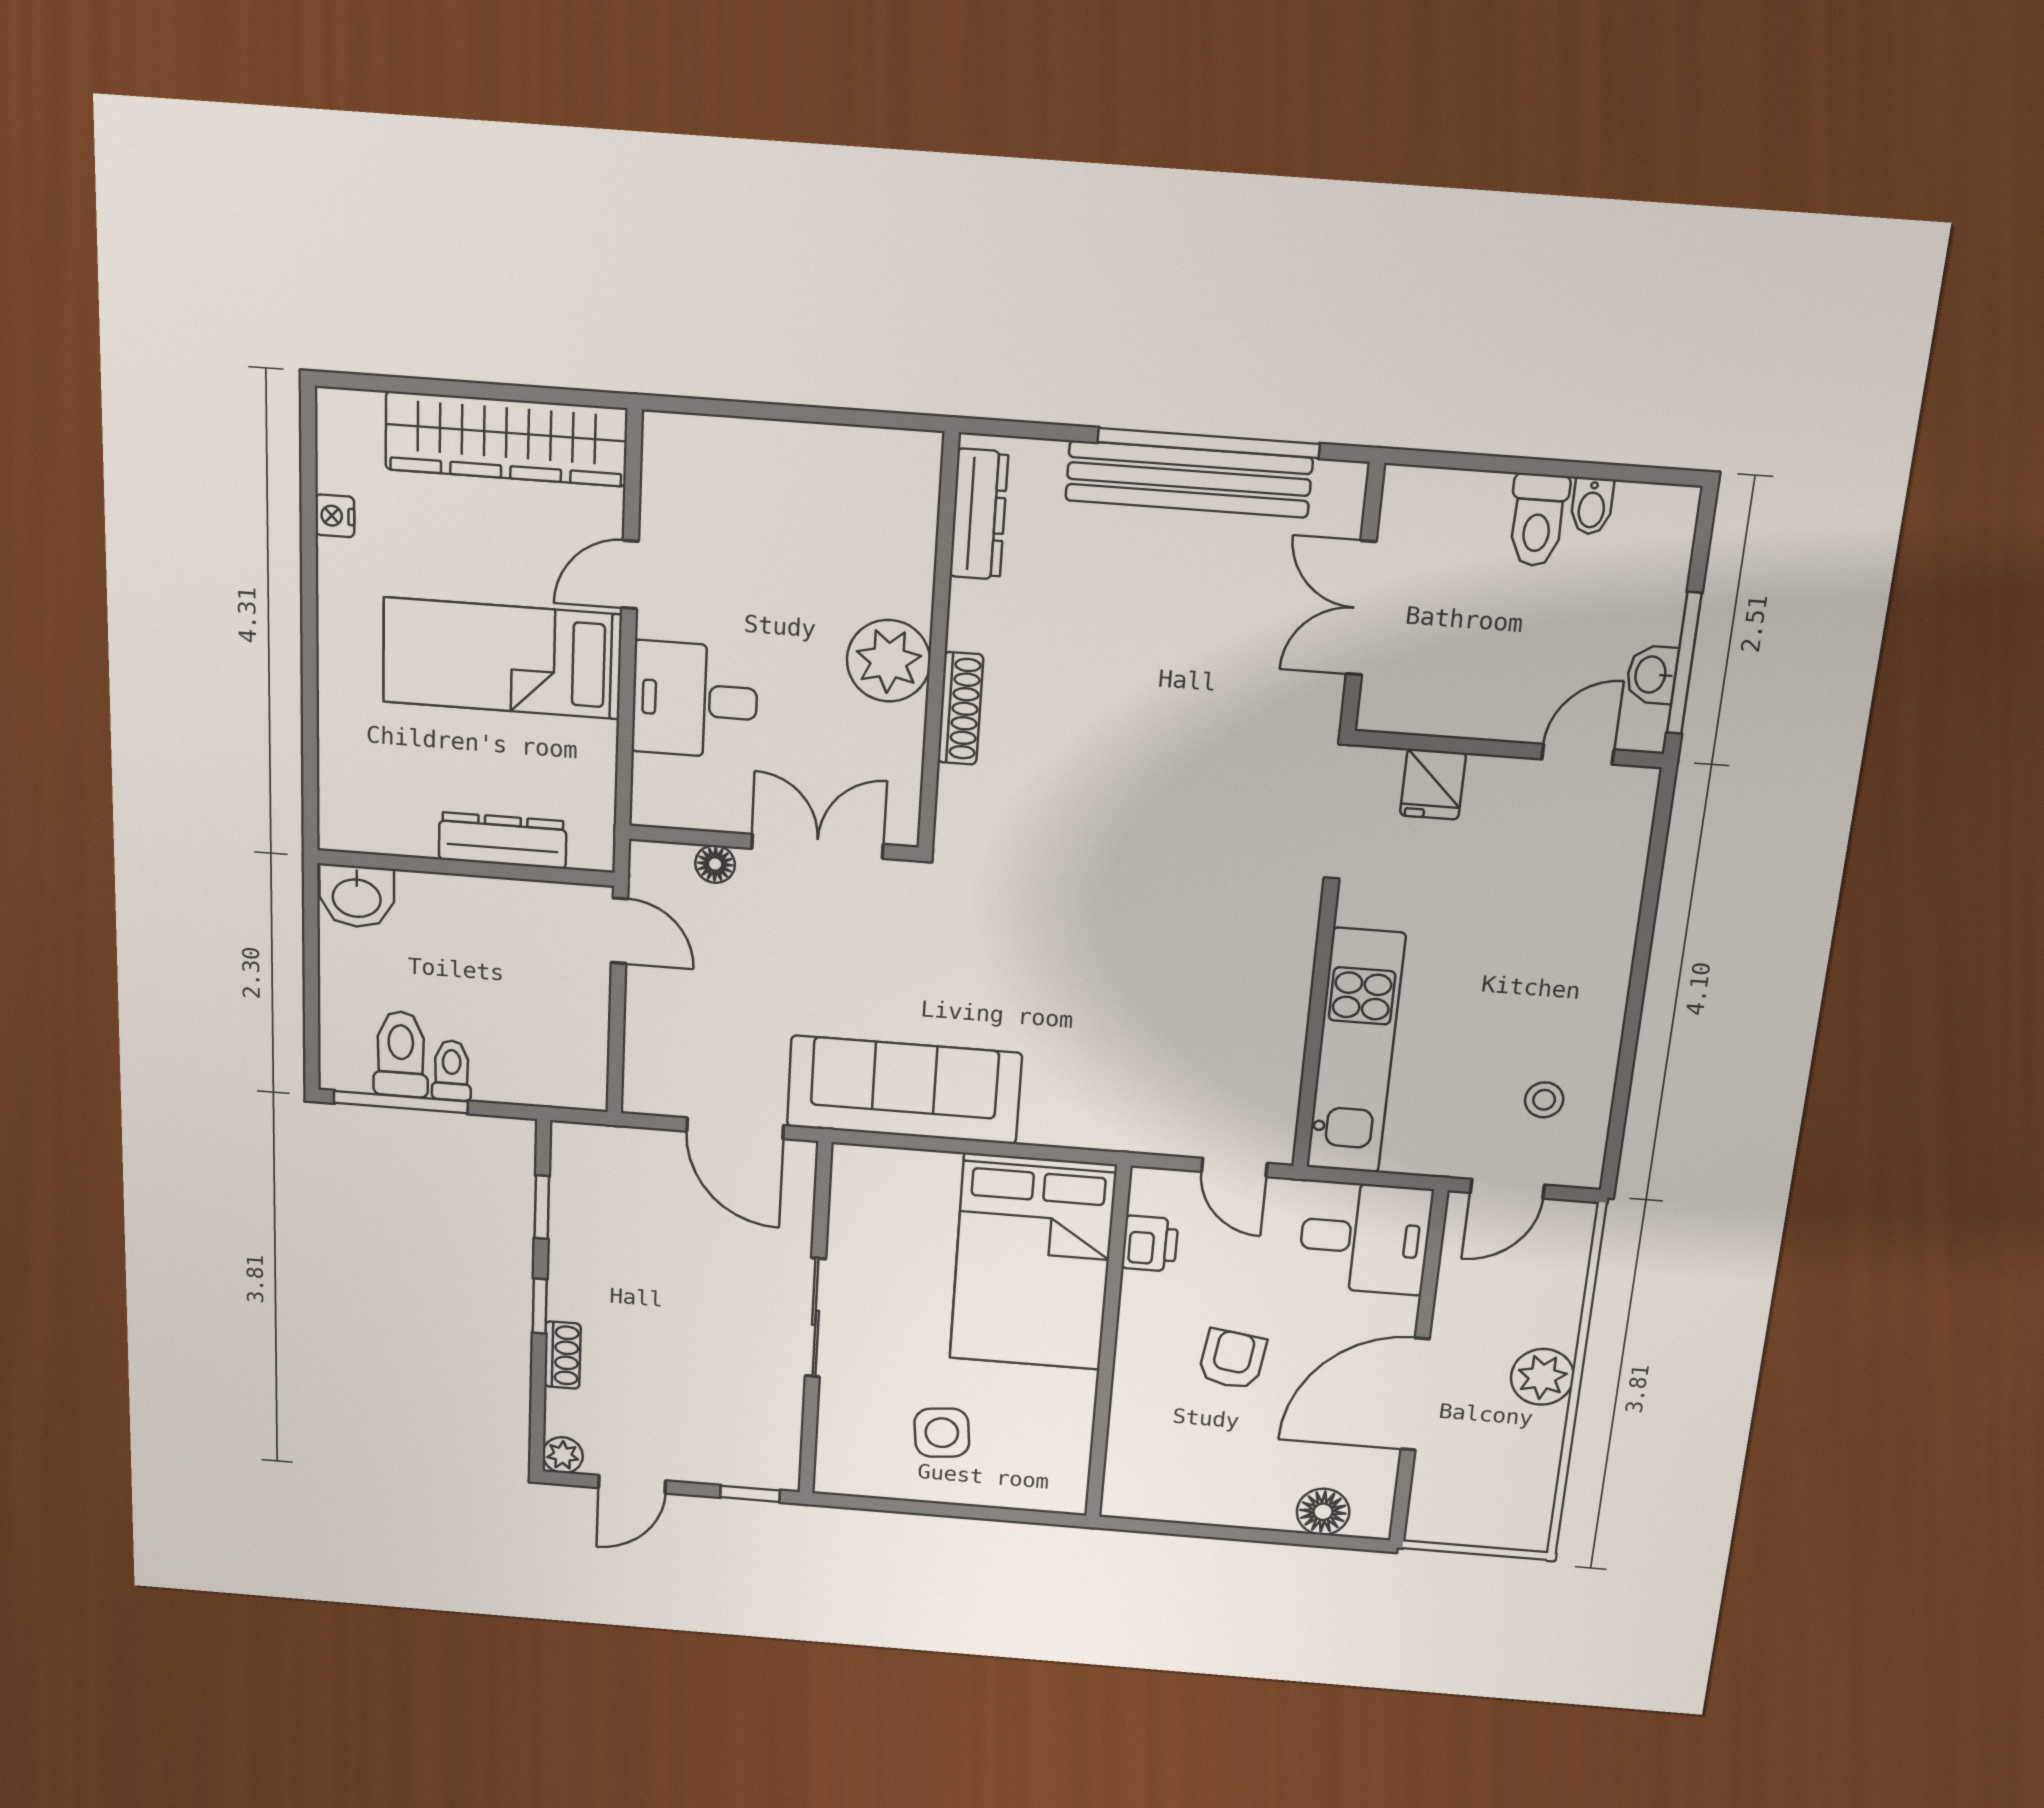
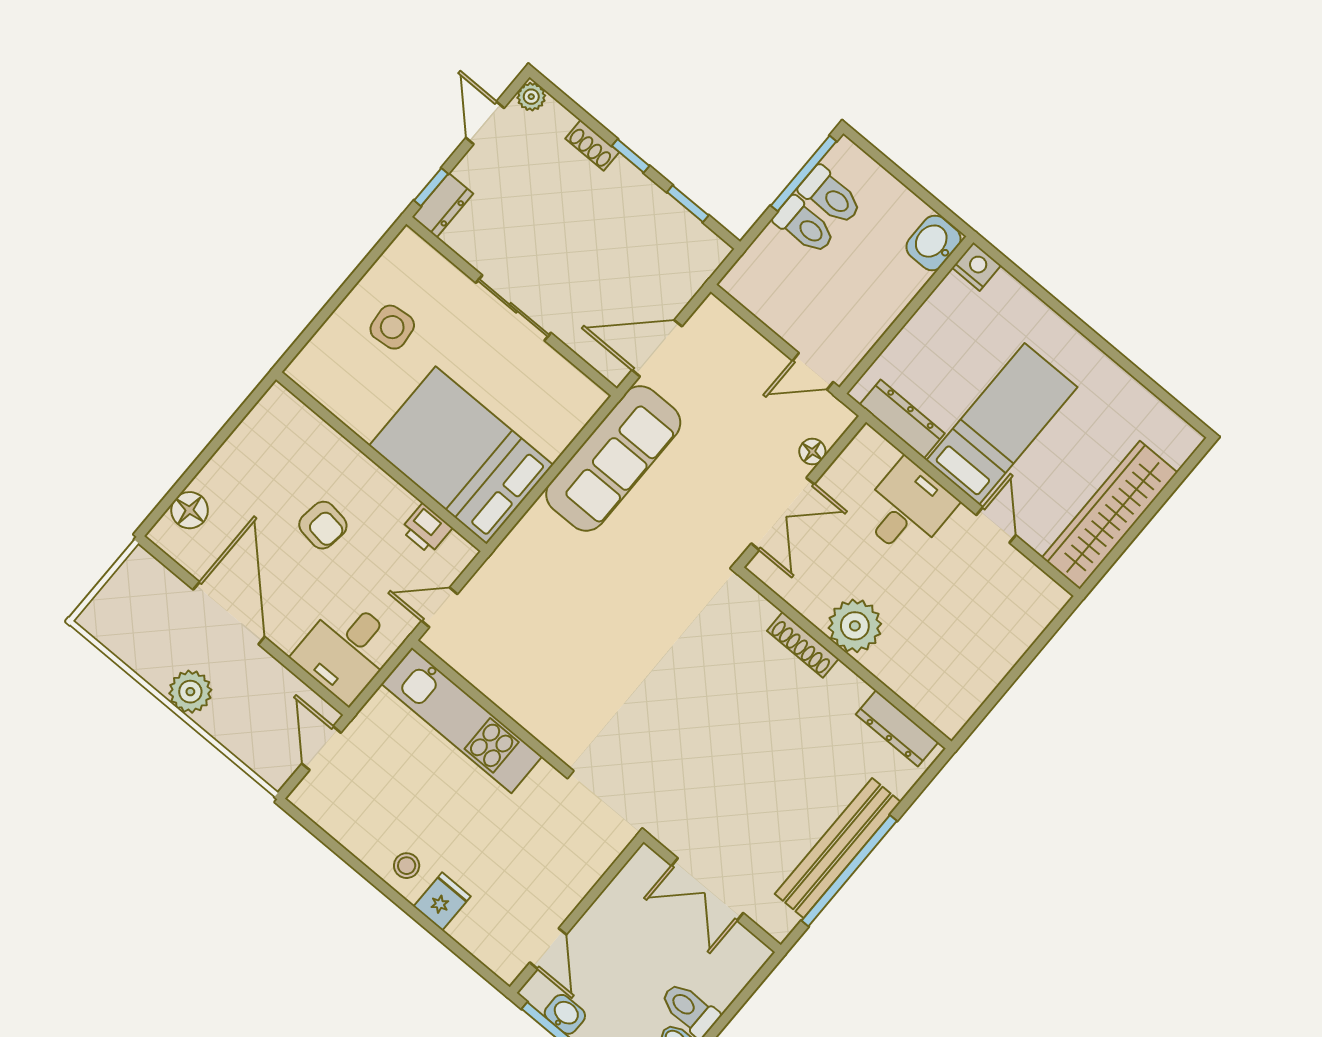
nightstand: (335, 516) -> (976, 267), moved, width x1.39, depth x1.35
double door: (1361, 608) -> (707, 889), swing flipped
fridge: (1433, 784) -> (442, 901), moved, turned 90
dresser: (503, 840) -> (902, 419), moved, turned -90
toilet: (452, 1070) -> (805, 226), width x1.37, depth x1.39
stool: (1544, 1100) -> (407, 866), moved
dresser: (760, 1469) -> (443, 205), added

